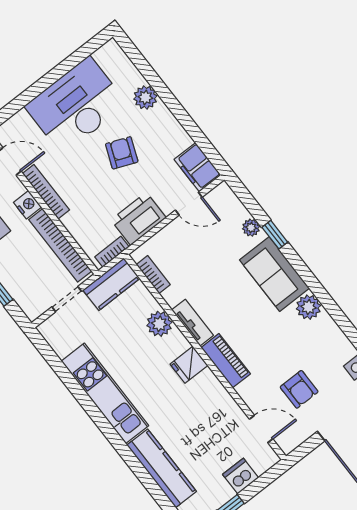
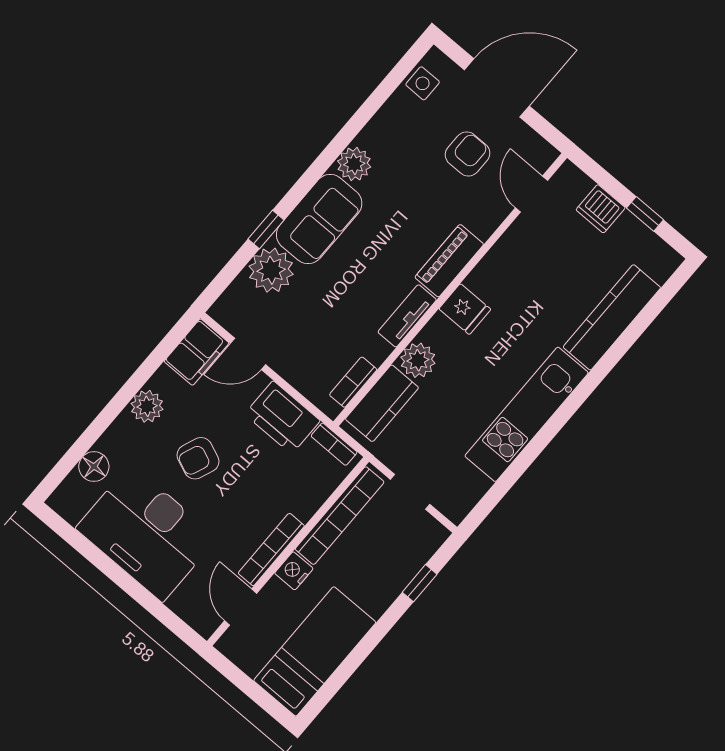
floor lamp: (131, 77) -> (94, 467), added
plant: (145, 97) -> (147, 406), moved
door: (189, 204) -> (248, 354), swing flipped
plant: (251, 228) -> (271, 270), width x1.87, depth x1.87
kitchen counter: (111, 284) -> (382, 403), moved, turned 90

